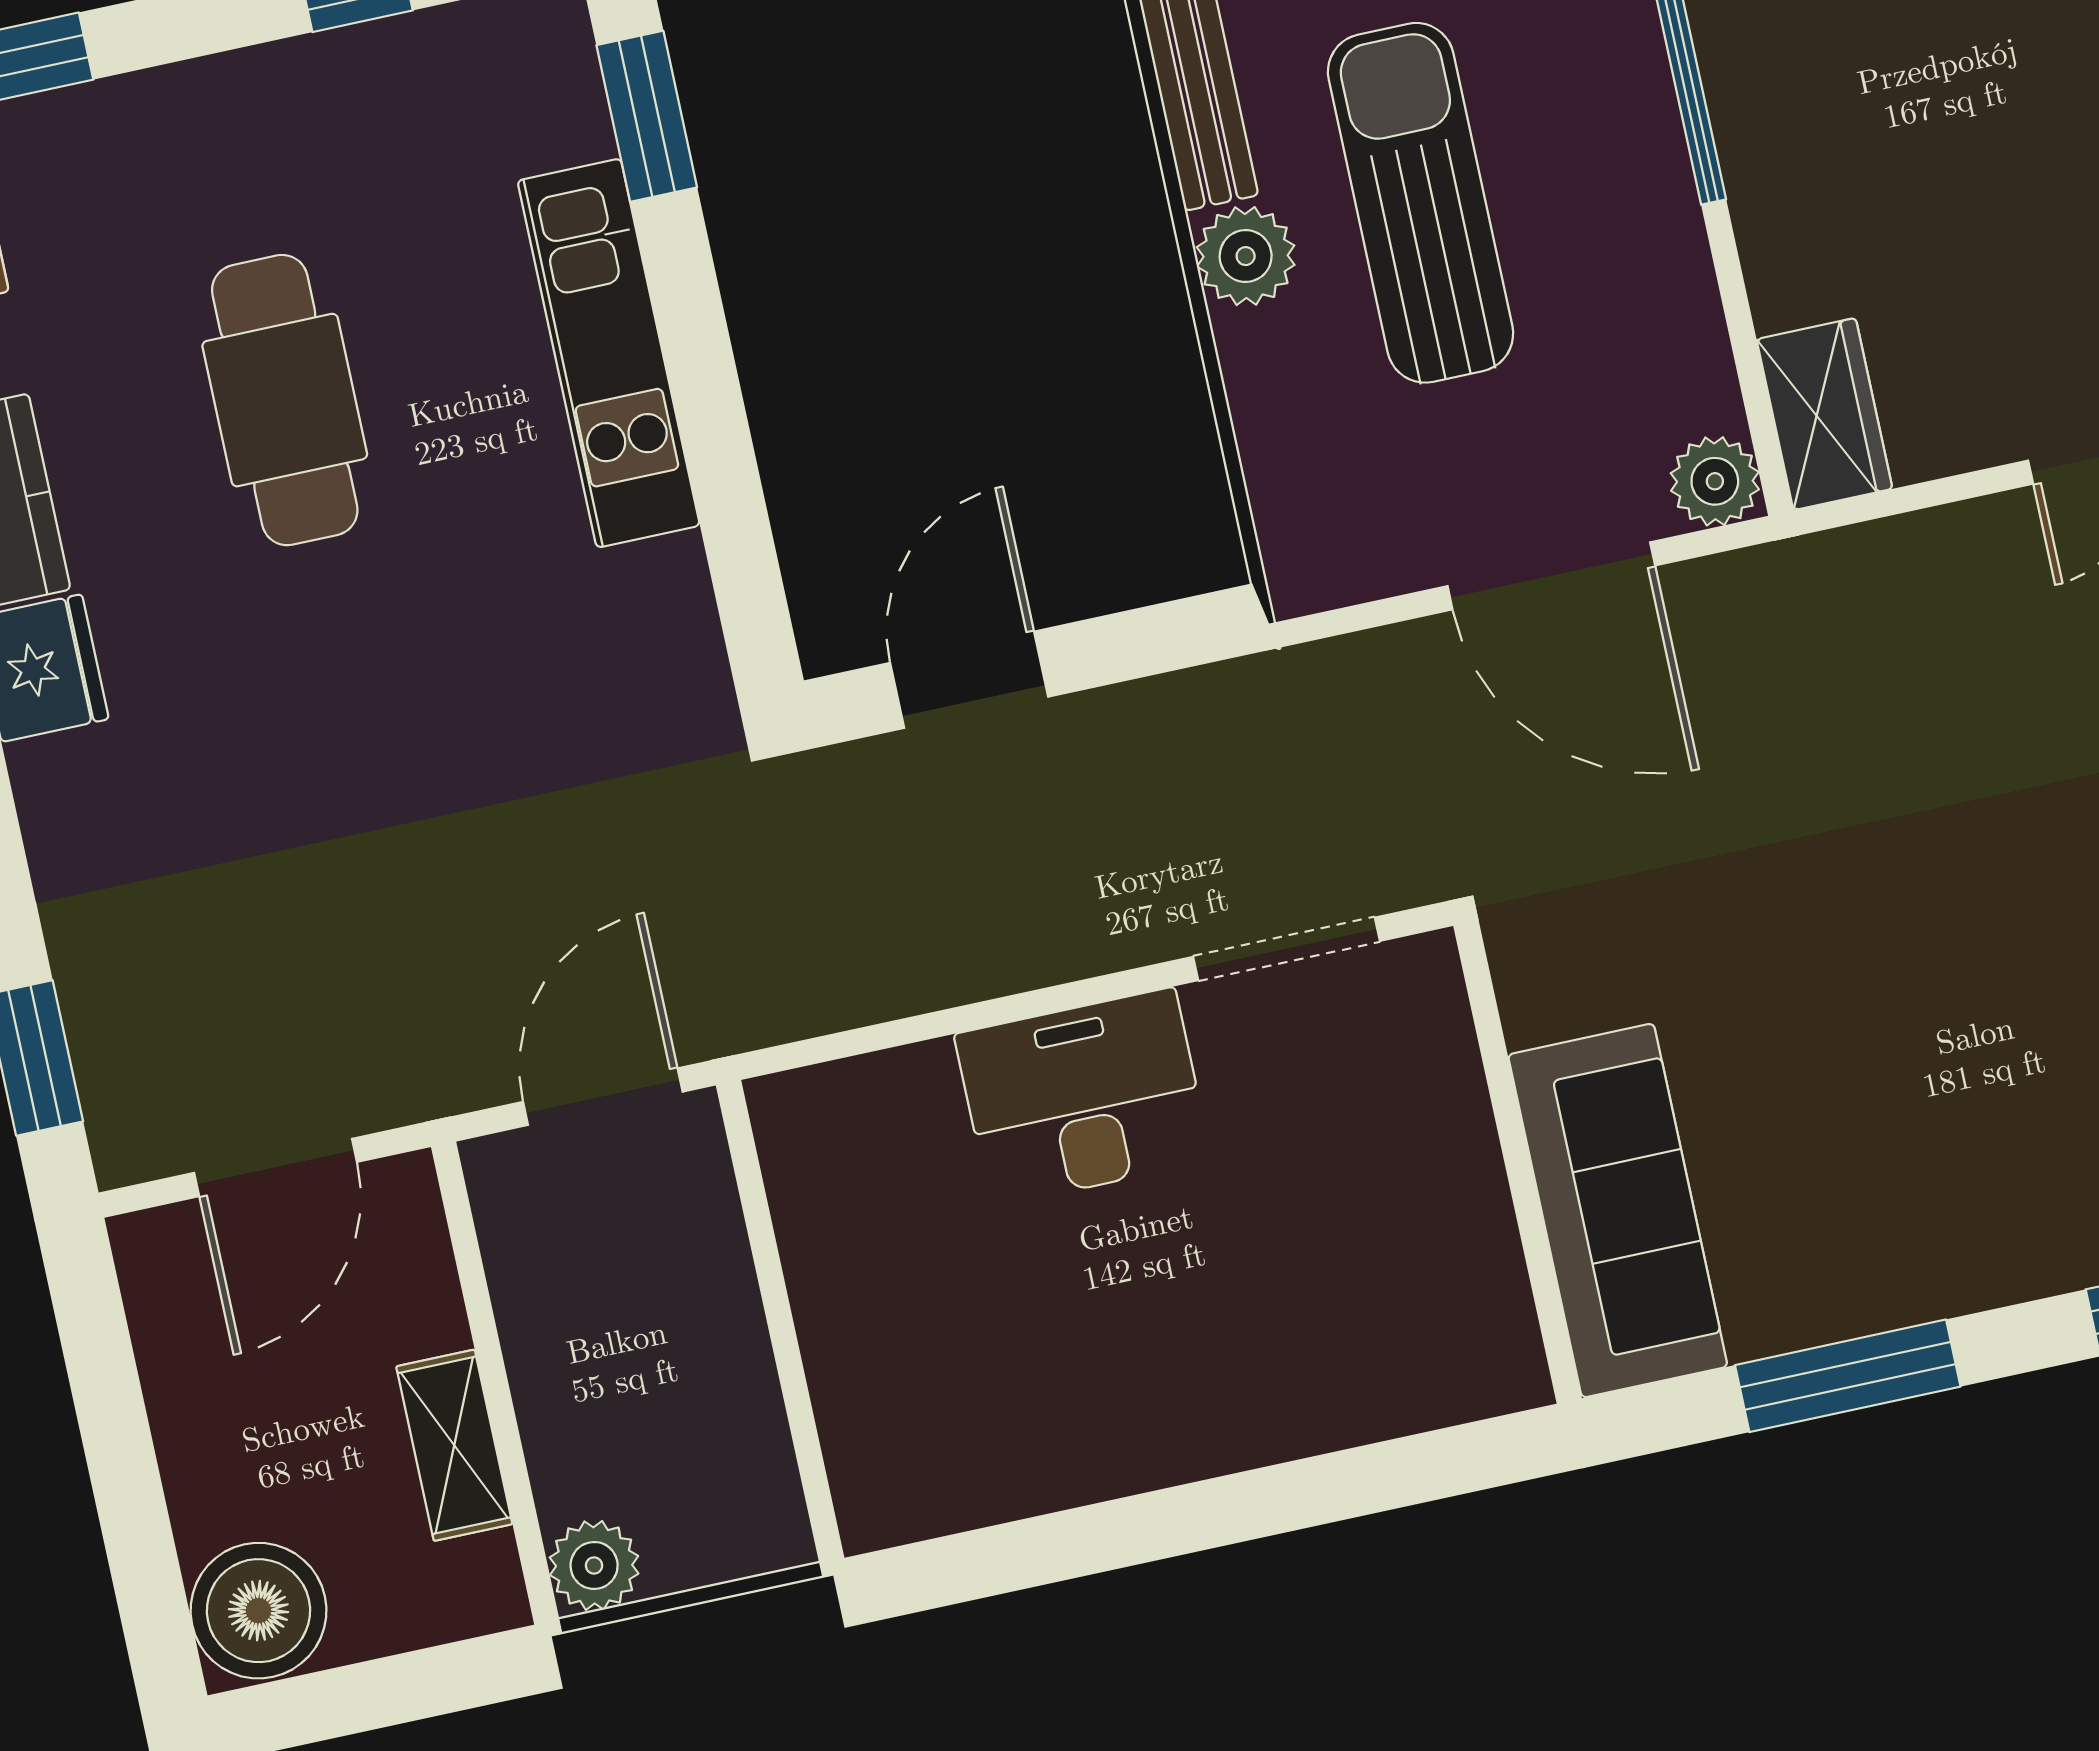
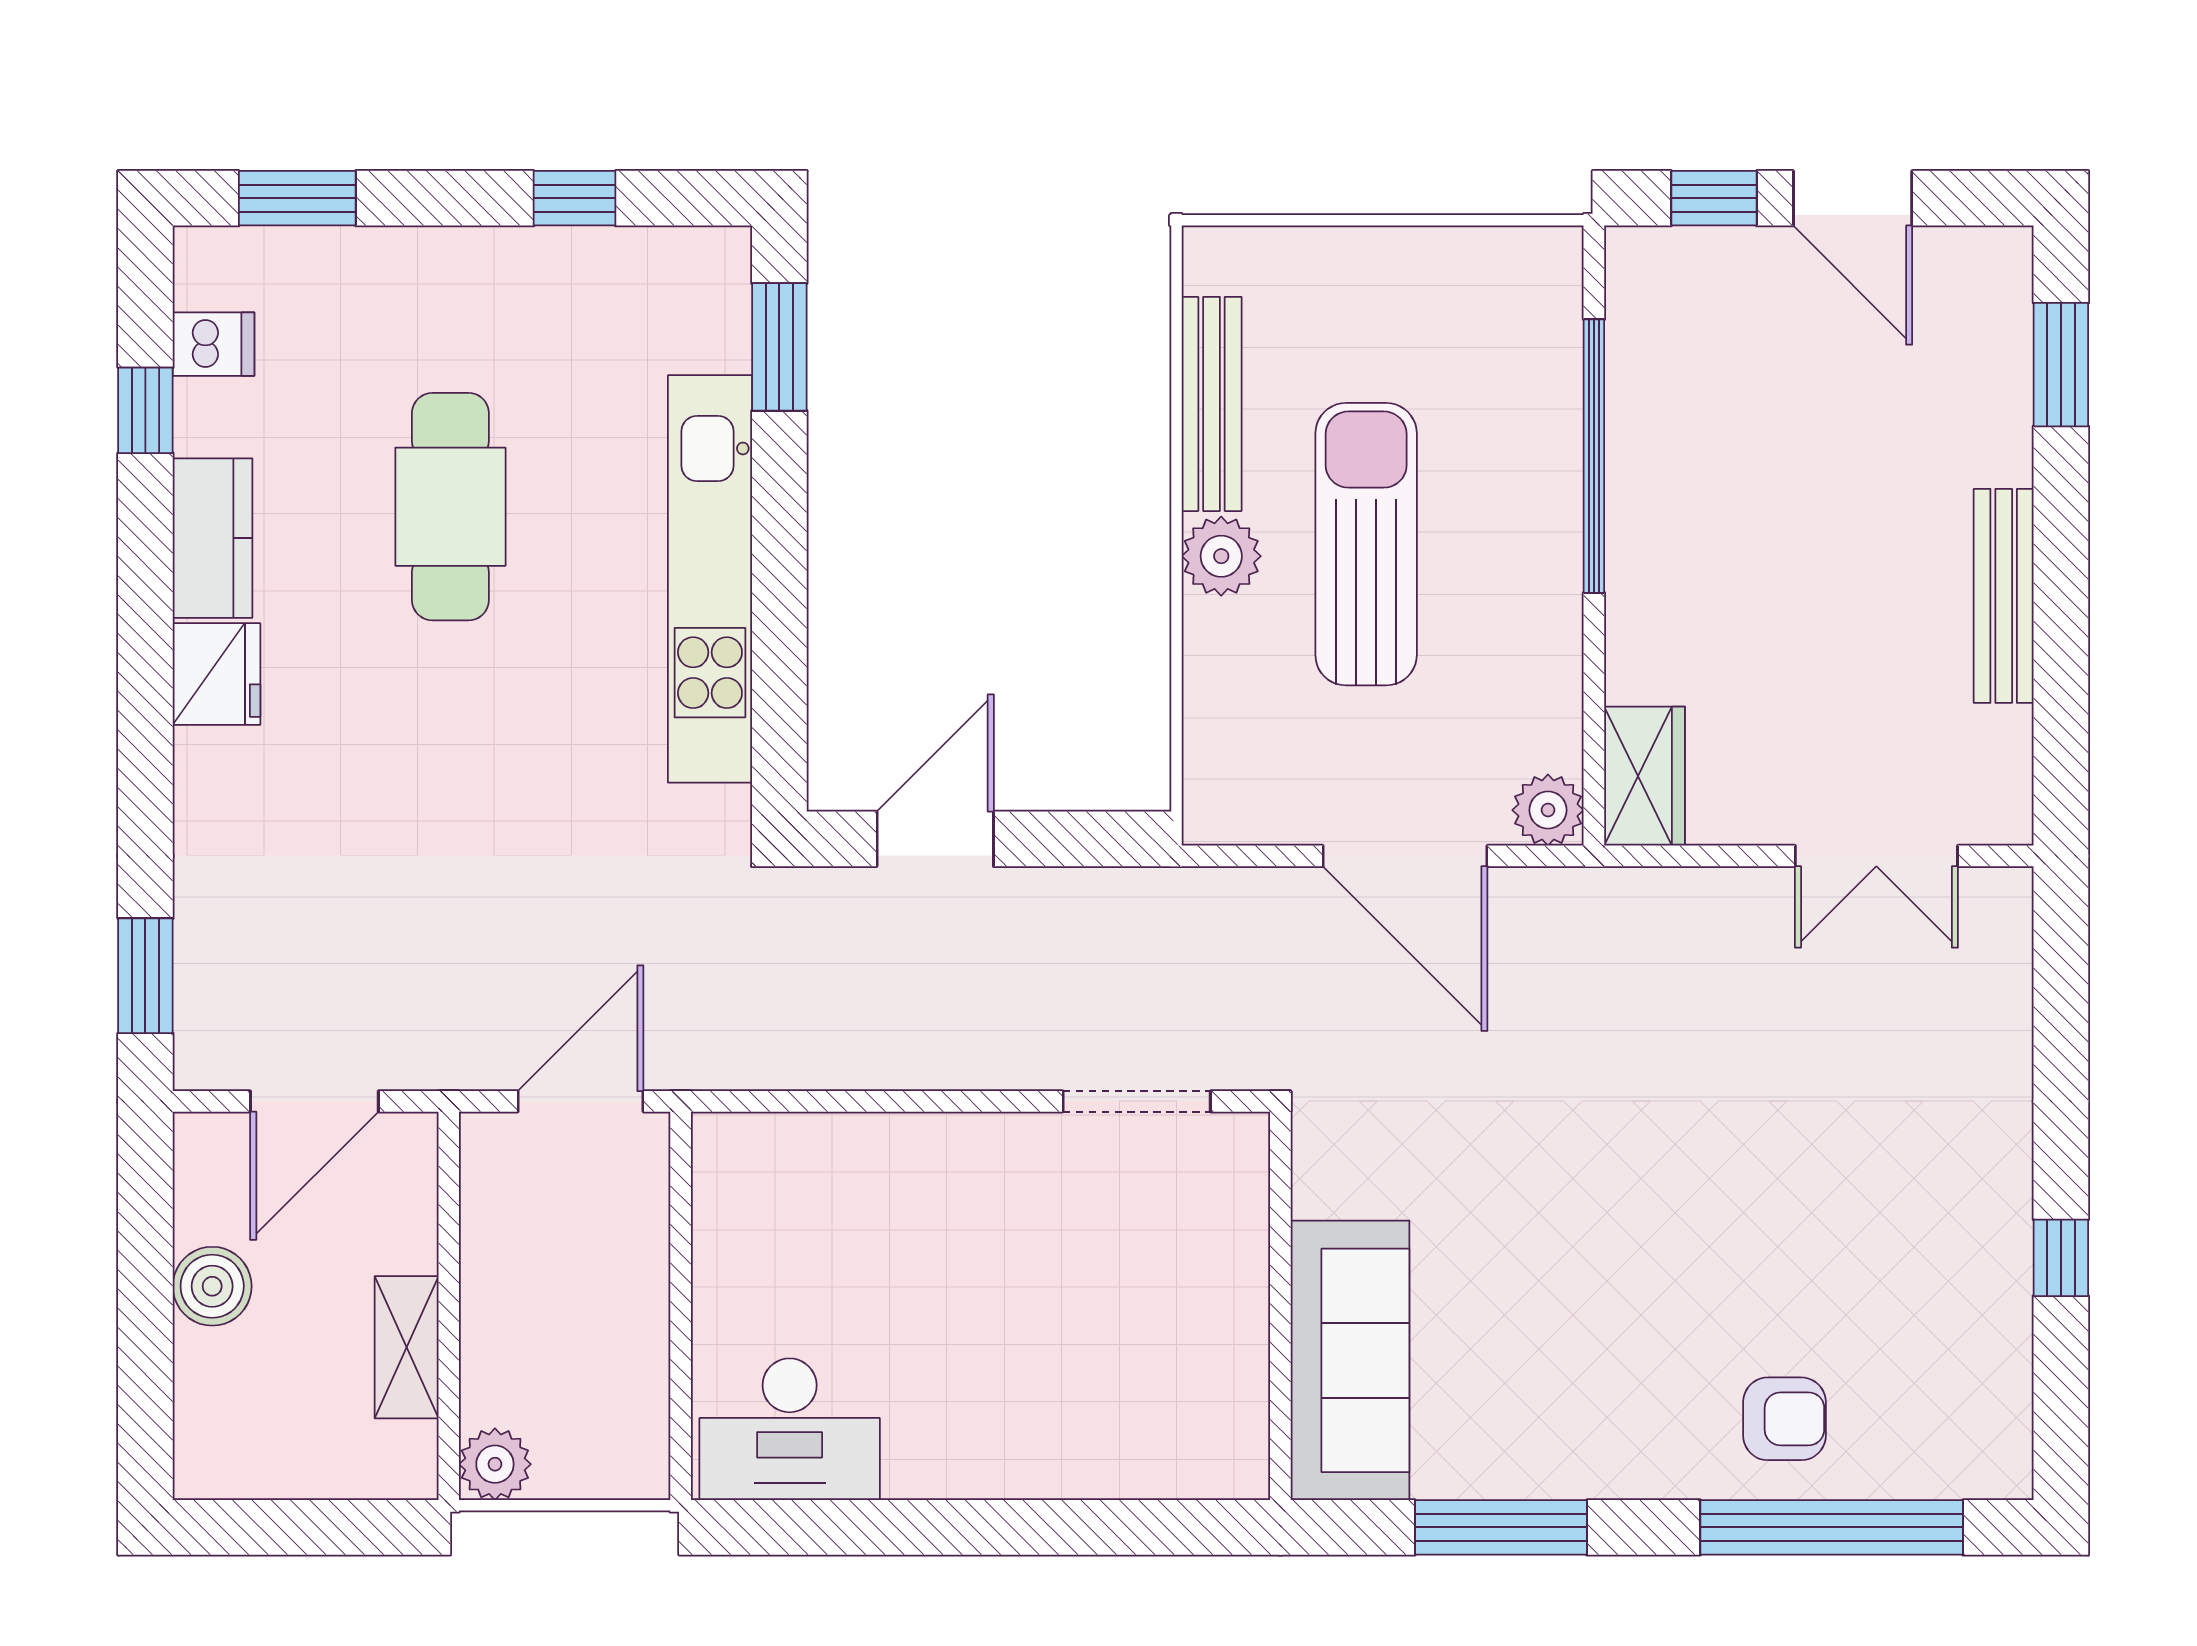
kitchen unit: (609, 353) -> (710, 579), width x1.36
desk: (1083, 1097) -> (790, 1429), moved, turned 180
boiler: (258, 1611) -> (212, 1286), moved, width x0.73, depth x0.73

